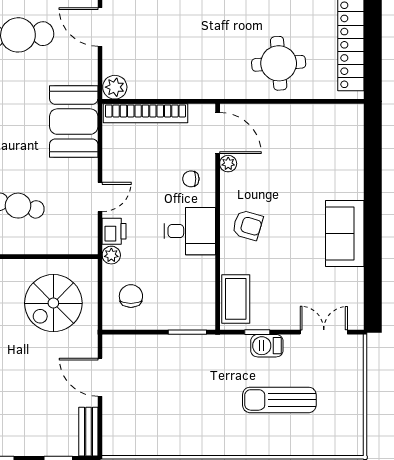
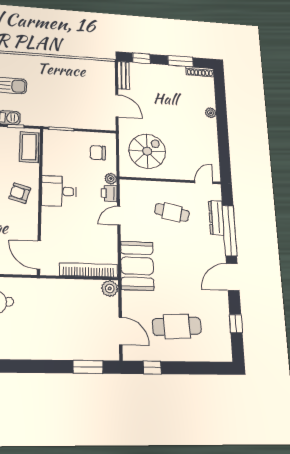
plant: (228, 164) -> (32, 234), removed
chair: (191, 179) -> (58, 225), removed
chair: (131, 296) -> (98, 153), turned 90

